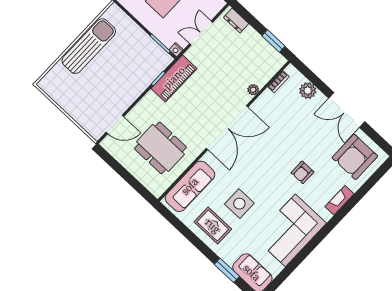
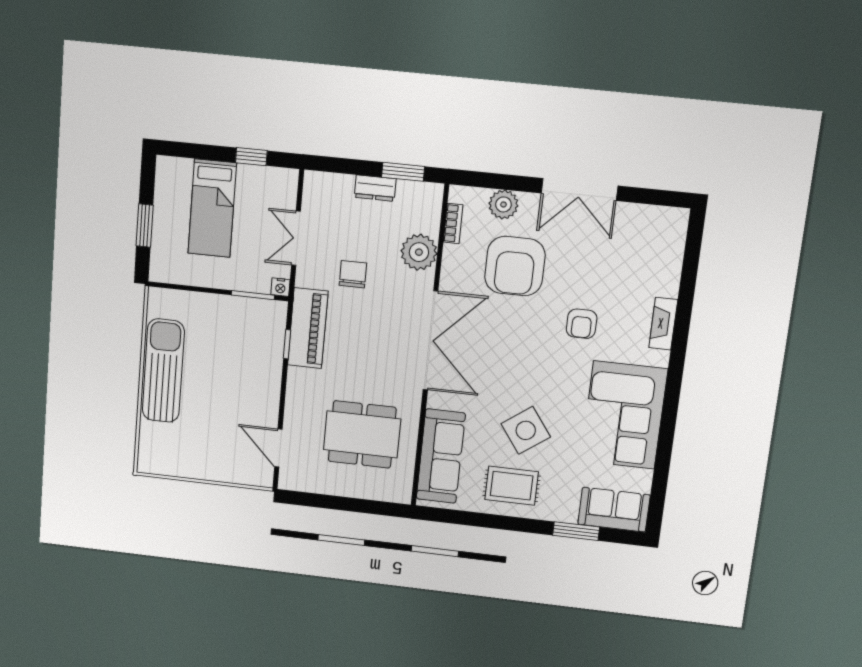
dresser: (236, 20) -> (375, 188), moved
chair: (215, 70) -> (353, 274), added
plant: (253, 90) -> (419, 252), width x1.87, depth x1.87
door: (115, 124) -> (278, 448), swing flipped
armchair: (355, 157) -> (515, 266), moved
side table: (239, 204) -> (526, 430), turned -36

